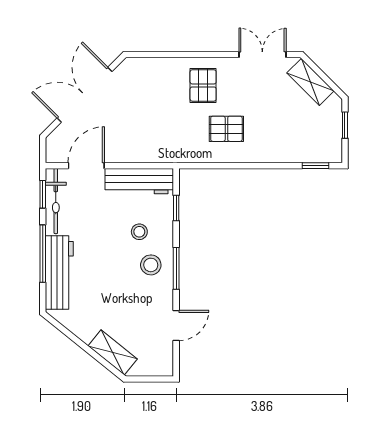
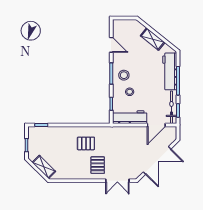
double door: (262, 55) -> (117, 181), moved
door: (176, 325) -> (111, 45), swing flipped
shelving: (113, 352) -> (153, 39), moved

